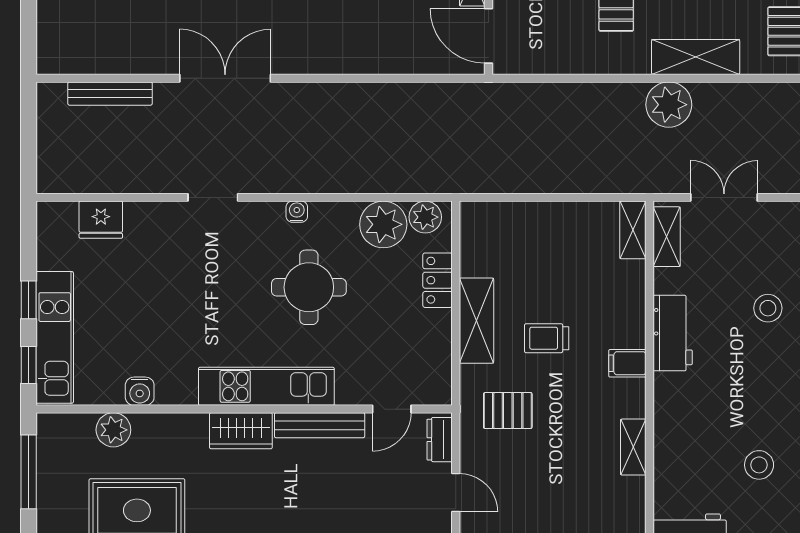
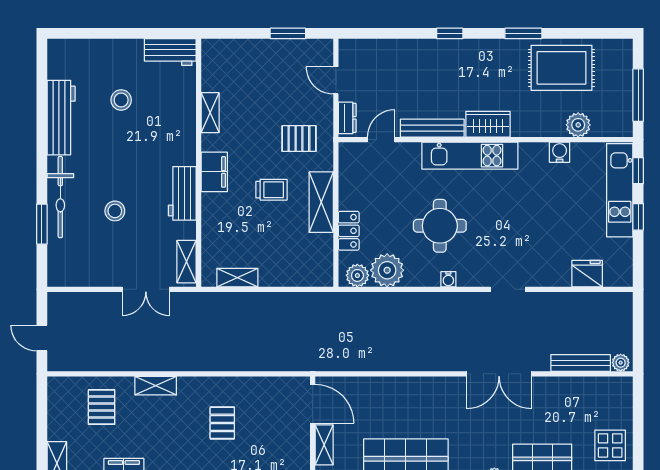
shelving: (696, 57) -> (156, 386), width x0.67, depth x0.75
plant: (669, 105) -> (621, 363), moved, width x0.53, depth x0.53
shelving: (633, 230) -> (237, 278), moved, turned 90
filing cabinet: (627, 363) -> (214, 172), width x2.00

